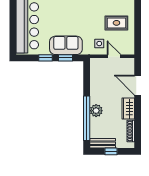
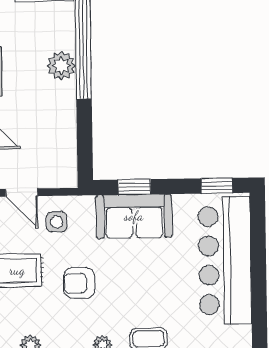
armchair: (90, 17) -> (79, 283), added
window: (45, 58) -> (217, 186), moved

